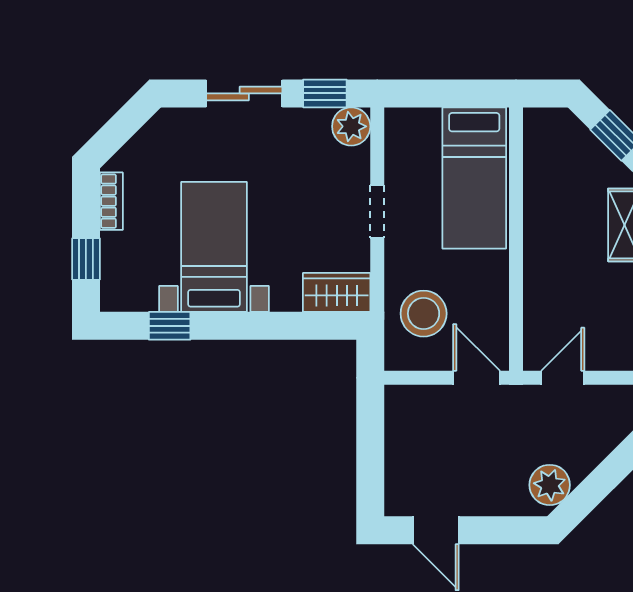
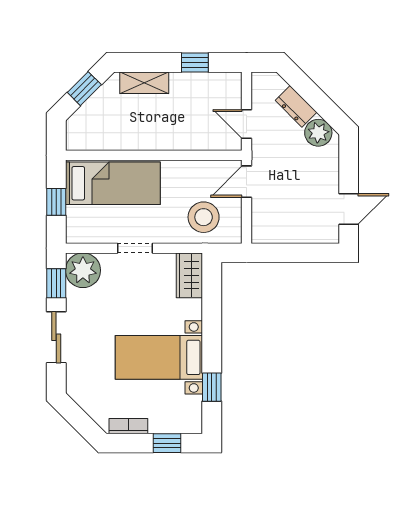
window: (446, 93) -> (56, 202), added
plant: (351, 126) -> (83, 270), width x1.36, depth x1.36
dresser: (589, 452) -> (296, 106), added

